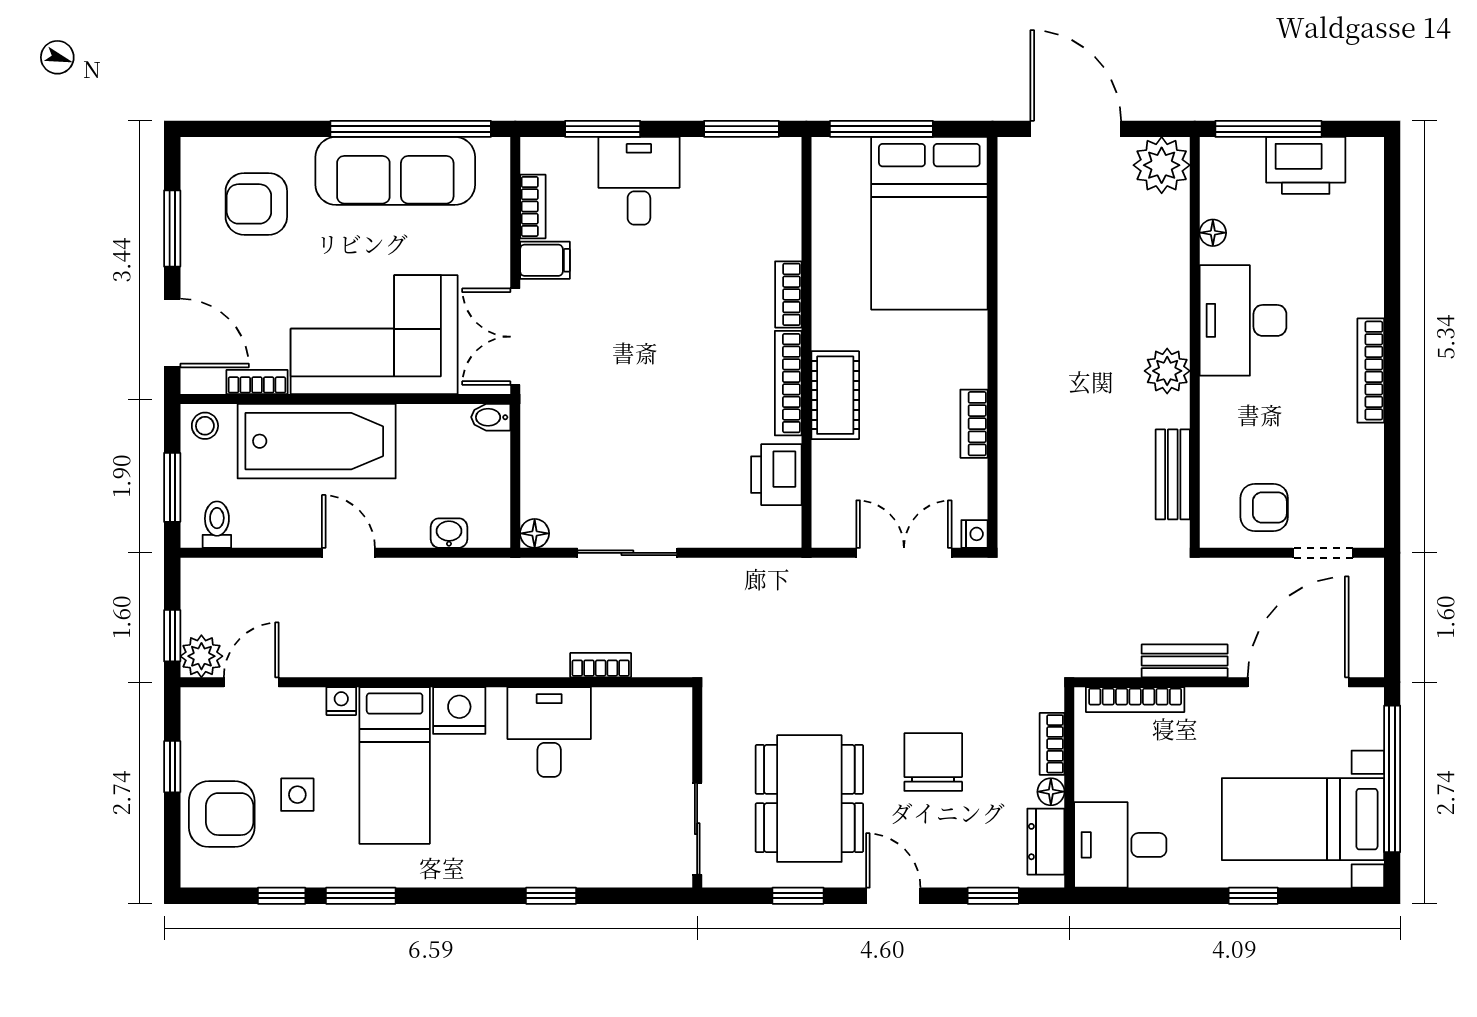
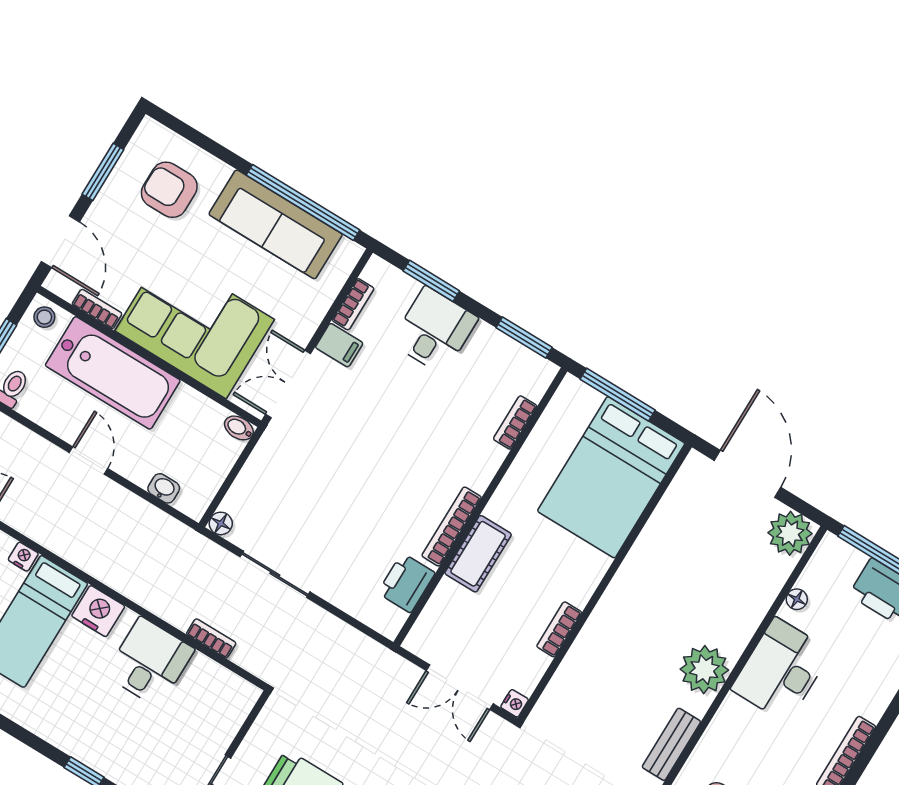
bookcase: (788, 294) -> (515, 422), moved
plant: (1167, 371) -> (704, 670), width x1.36, depth x1.36
double door: (904, 553) -> (460, 687), swing flipped

